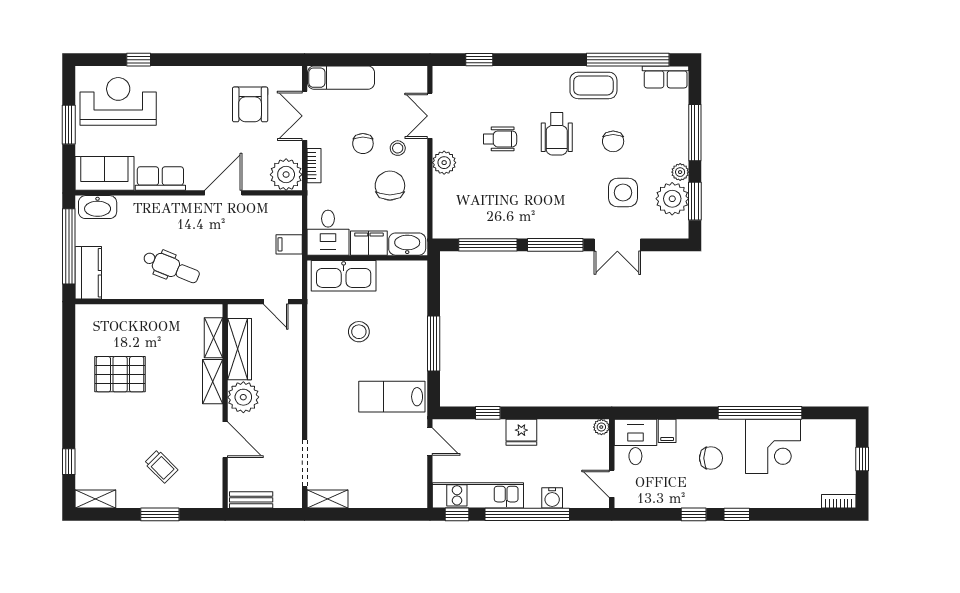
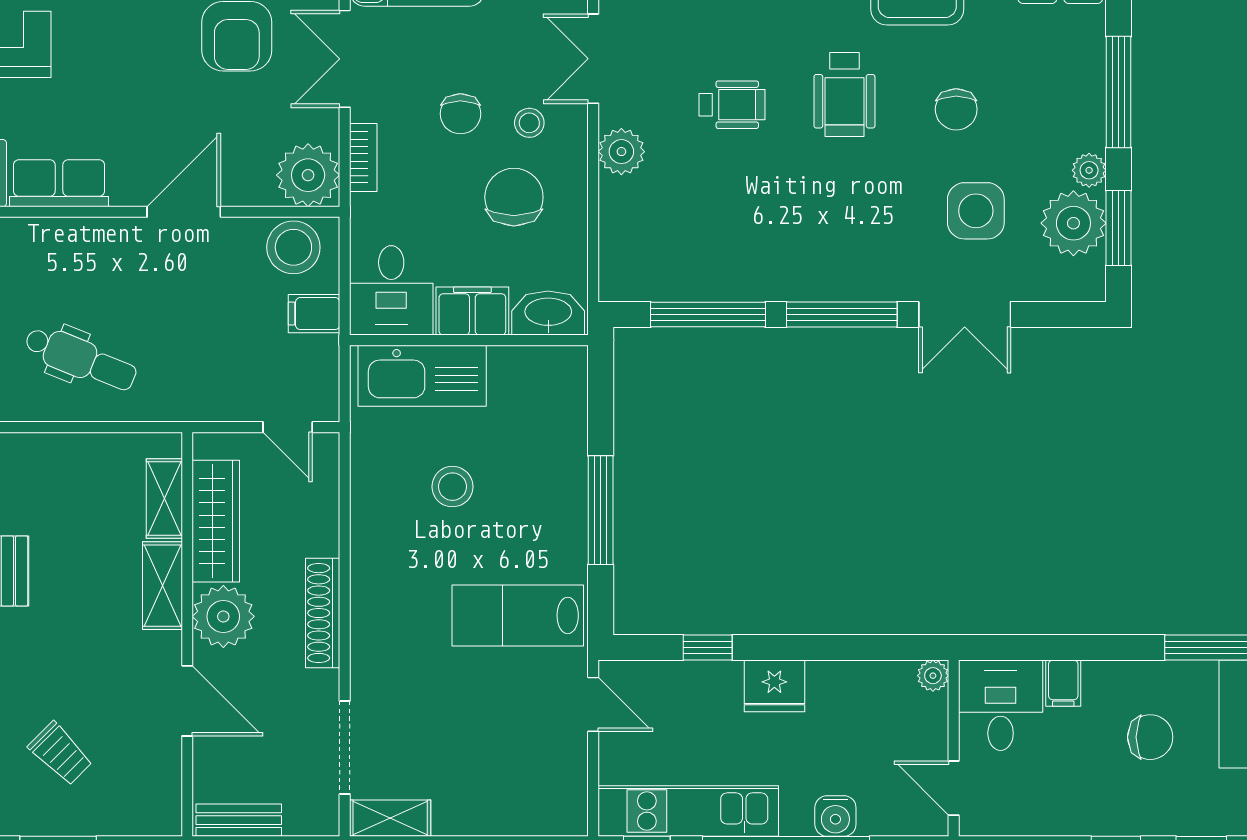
stool: (279, 211) -> (293, 247), added
shoe rack: (293, 395) -> (323, 613), added

